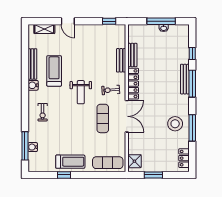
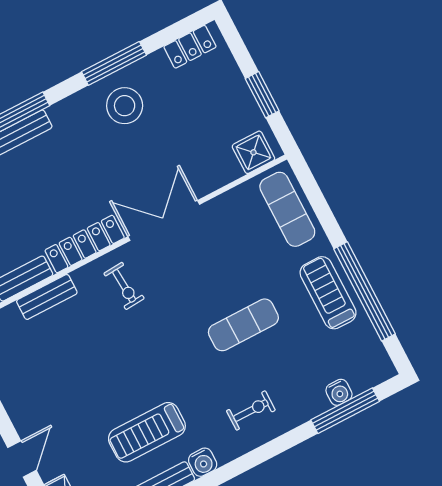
weight bench: (81, 92) -> (163, 349), removed
exercise mat: (103, 118) -> (243, 325), moved
window: (64, 175) -> (365, 291), width x3.17

